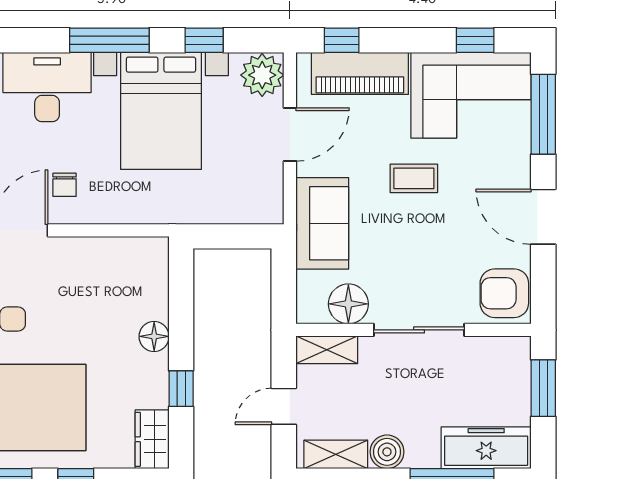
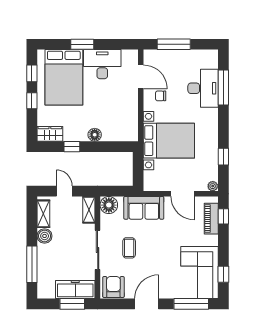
window: (109, 40) -> (223, 87), moved
piano: (360, 73) -> (211, 219), width x0.73, depth x0.75
plant: (262, 75) -> (213, 186), width x0.53, depth x0.53
bed with nightstands: (161, 111) -> (169, 141), moved, turned 180
coffee table: (414, 178) -> (129, 248), moved
floor lamp: (348, 304) -> (109, 205), moved
freezer: (486, 448) -> (75, 290), moved, turned -90

